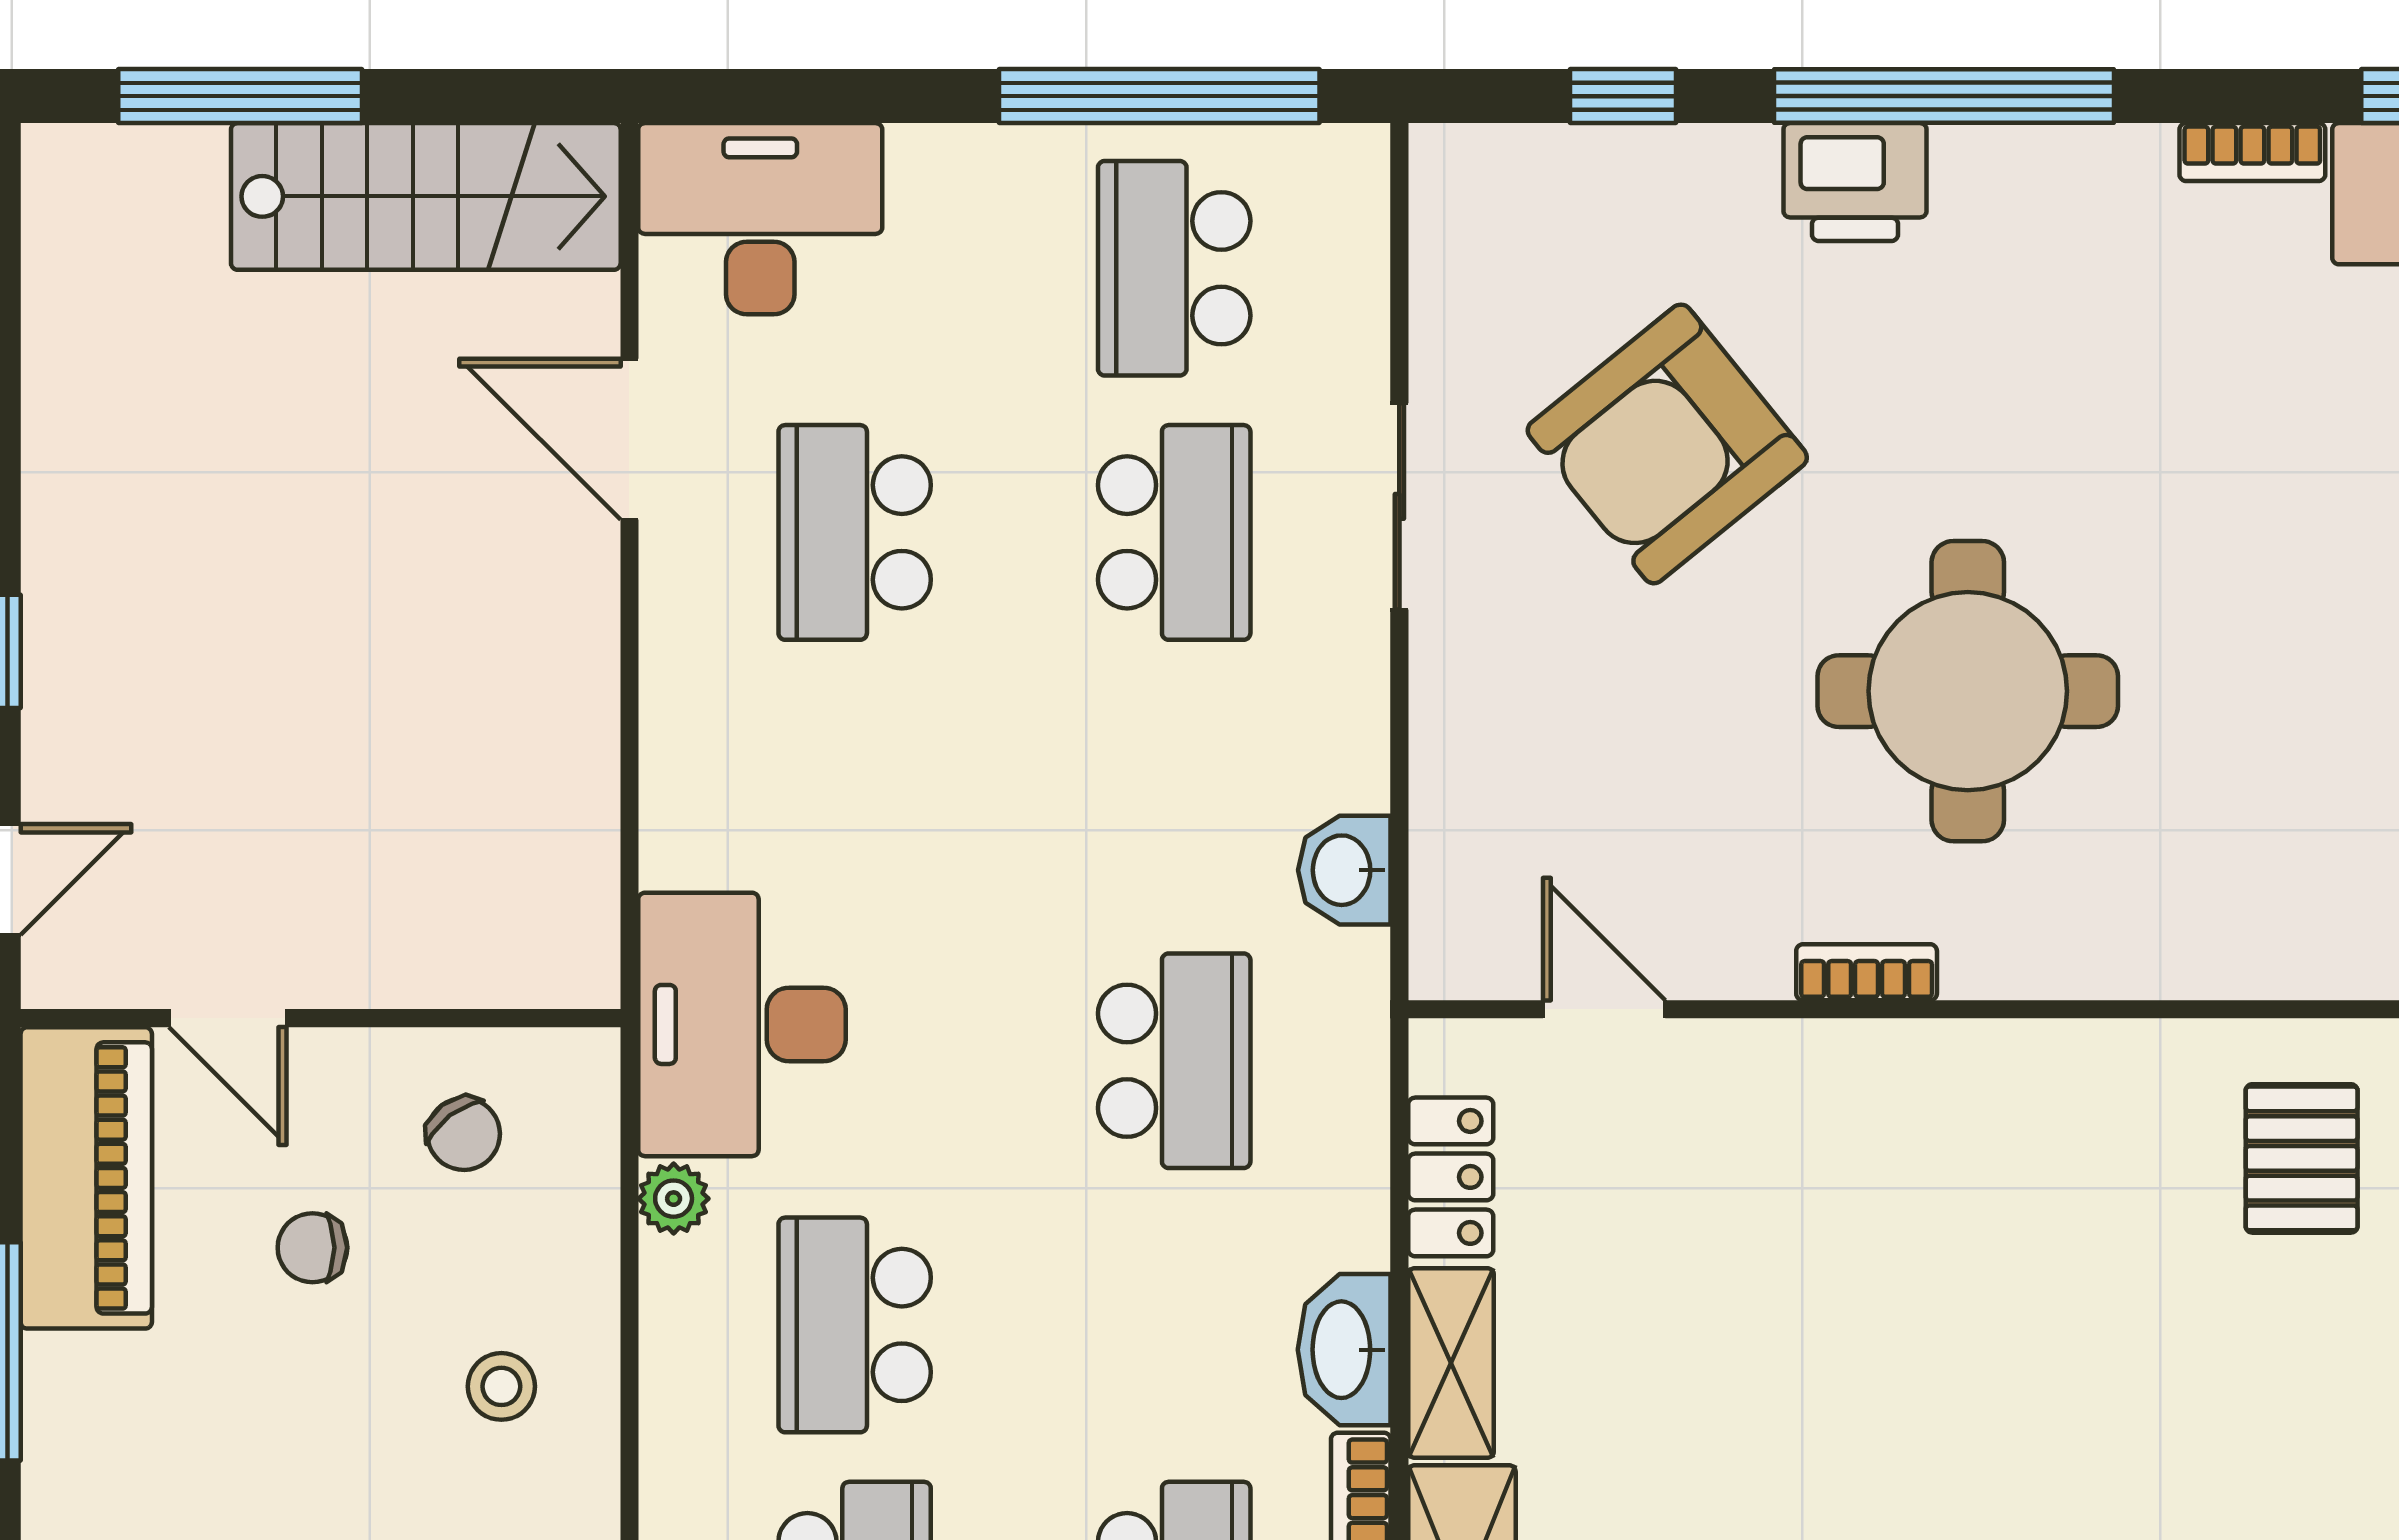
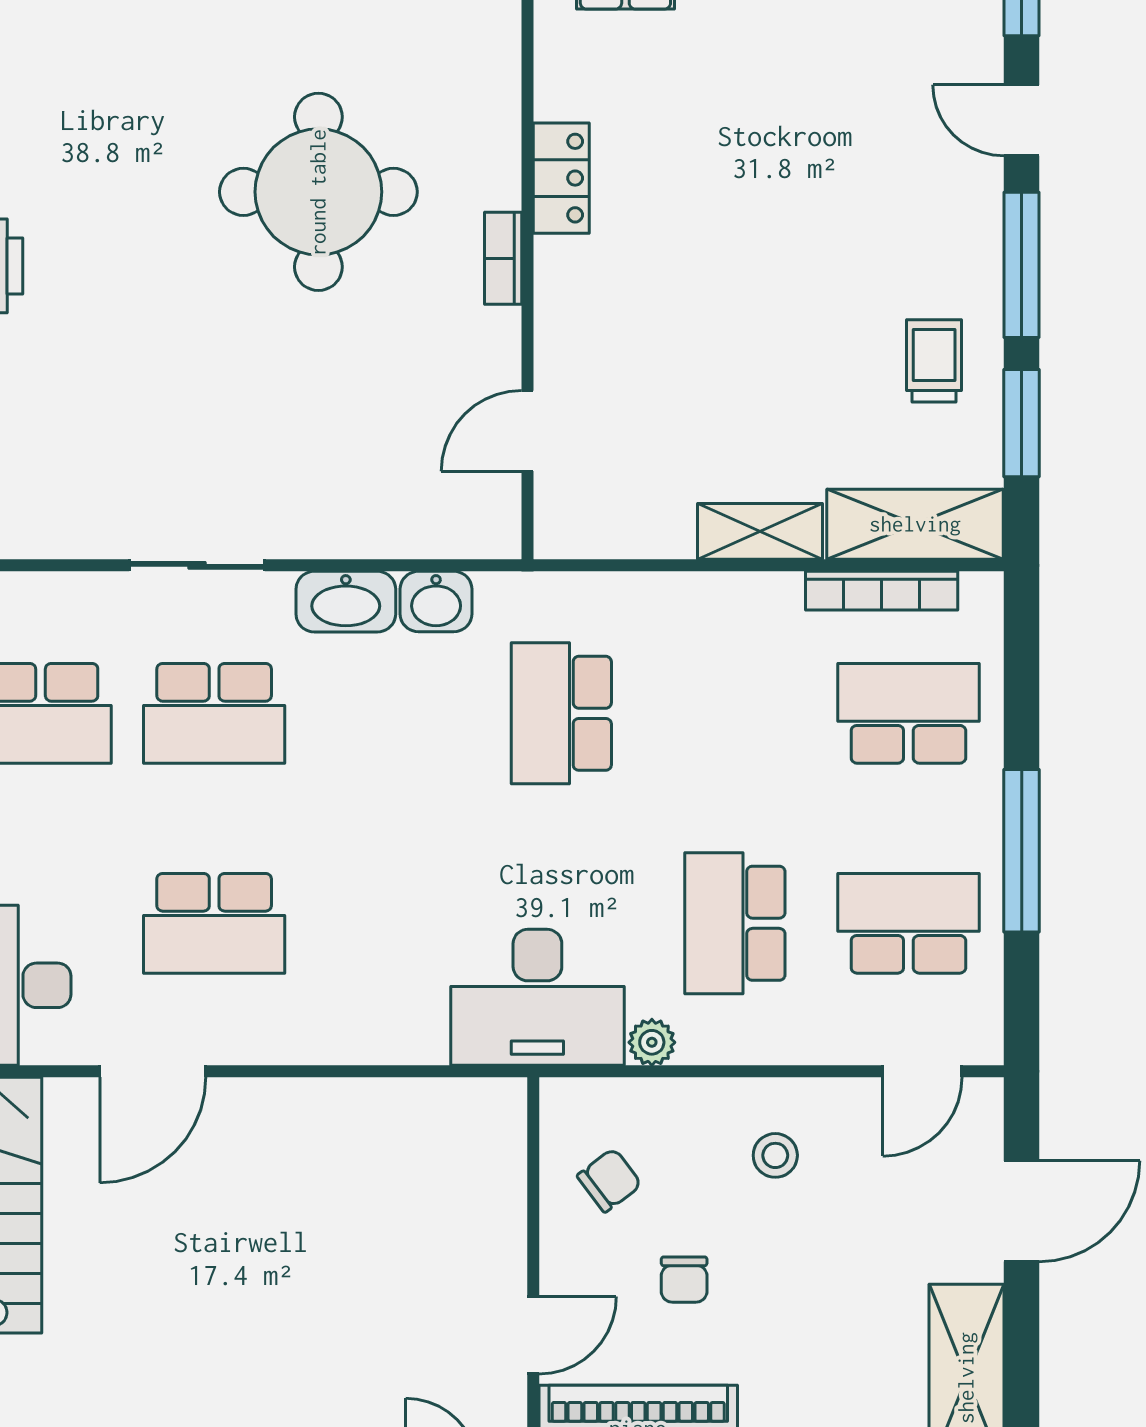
armchair: (1667, 444) -> (156, 389), removed
school desk: (1174, 532) -> (214, 713), turned 180
school desk: (1174, 1061) -> (561, 713), turned -90
locker: (1451, 1177) -> (561, 178), moved, turned 90
school desk: (855, 1325) -> (735, 923), turned 90
washbasin: (1344, 1350) -> (346, 602), moved

